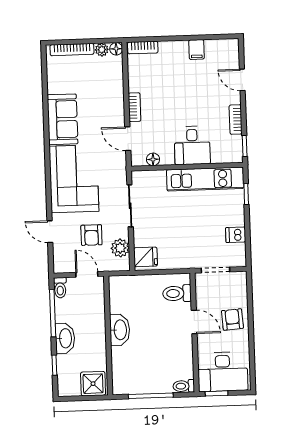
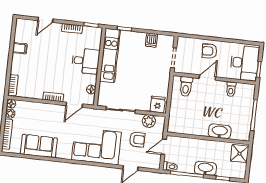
sofa: (62, 119) -> (39, 146), moved
washbasin: (120, 330) -> (220, 131), moved
toilet: (184, 386) -> (231, 89), moved

